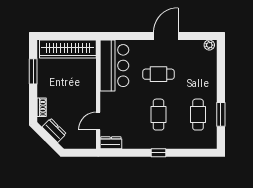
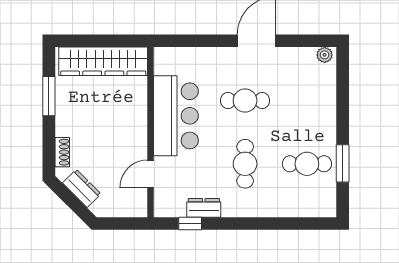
bar counter: (114, 66) -> (176, 116), moved
cafe table: (198, 115) -> (307, 164), turned 90
dresser: (111, 143) -> (204, 208), moved
window: (158, 153) -> (190, 224), moved

